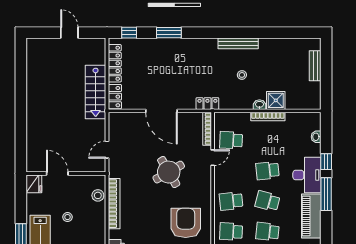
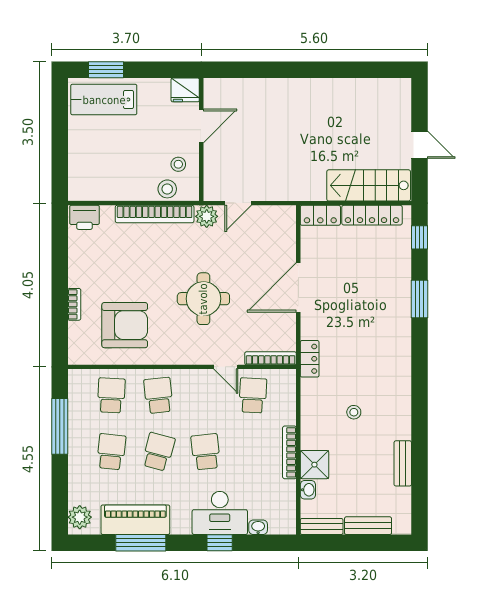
door: (69, 33) -> (420, 145), hinge flipped
bench: (238, 43) -> (403, 463), moved, width x0.73
stairs: (96, 92) -> (369, 185), moved
bench: (316, 96) -> (322, 526), added
washbasin: (259, 105) -> (308, 490), moved
door: (107, 150) -> (238, 203), swing flipped
plant: (116, 170) -> (207, 216), added
round table: (169, 172) -> (203, 299), turned 30
desk: (307, 175) -> (220, 513), moved
window: (326, 194) -> (141, 543), moved
stool: (67, 217) -> (178, 164), moved

